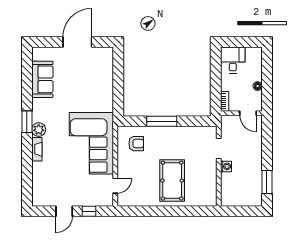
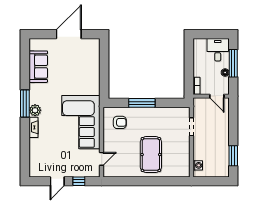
desk: (233, 60) -> (218, 50), moved
window: (267, 75) -> (233, 63), added
window: (27, 122) -> (25, 104), width x1.44
washing machine: (226, 166) -> (198, 165), moved

